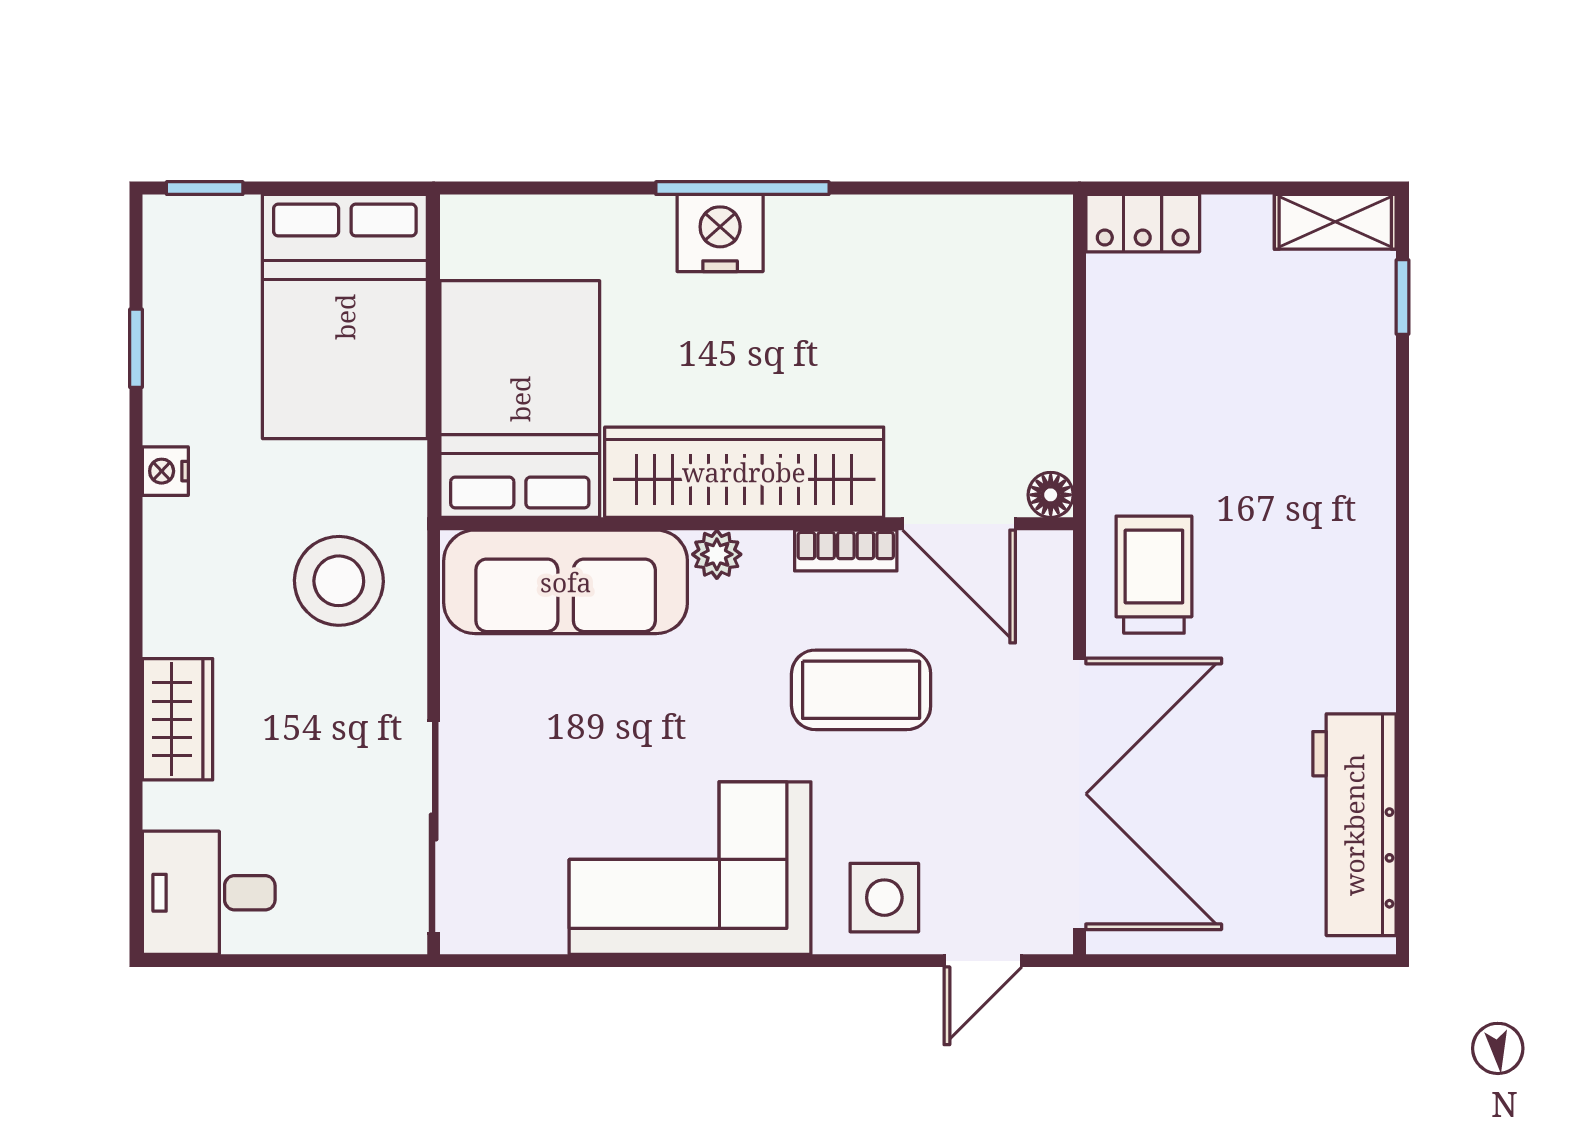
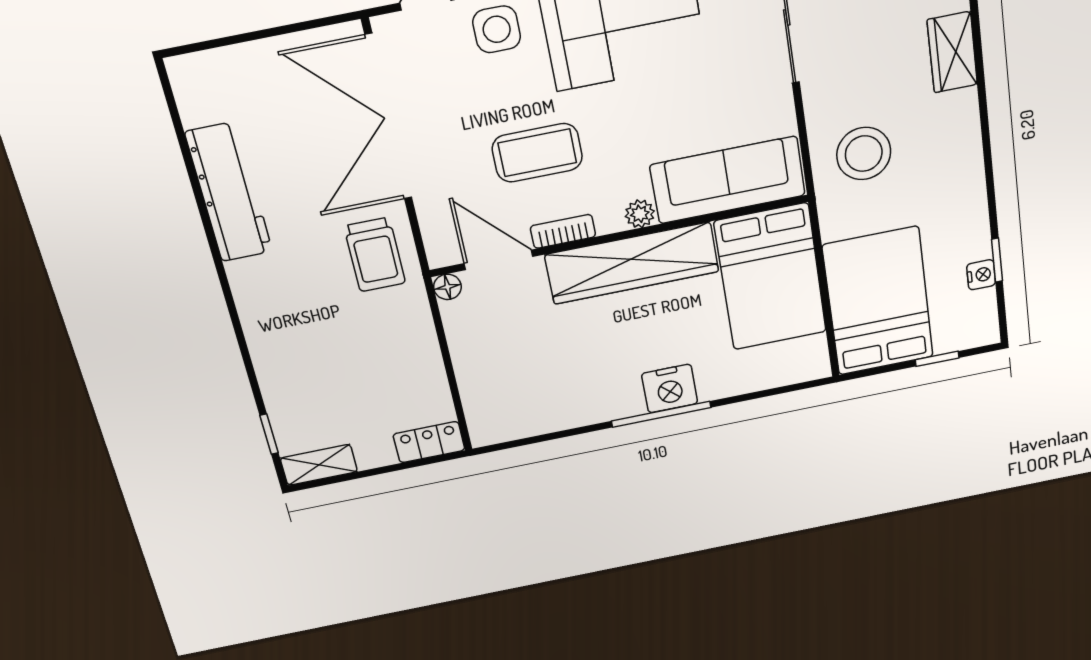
window: (205, 188) -> (937, 359), moved
nightstand: (165, 471) -> (981, 275), moved
workbench: (1354, 825) -> (229, 192), moved

